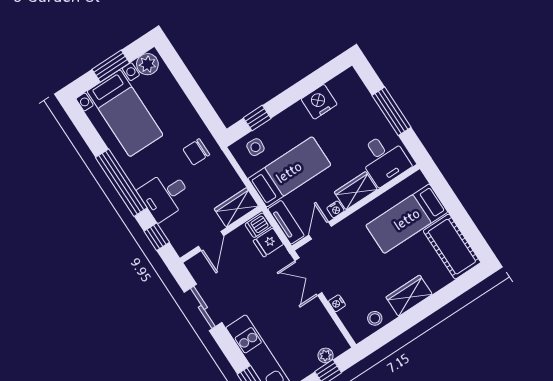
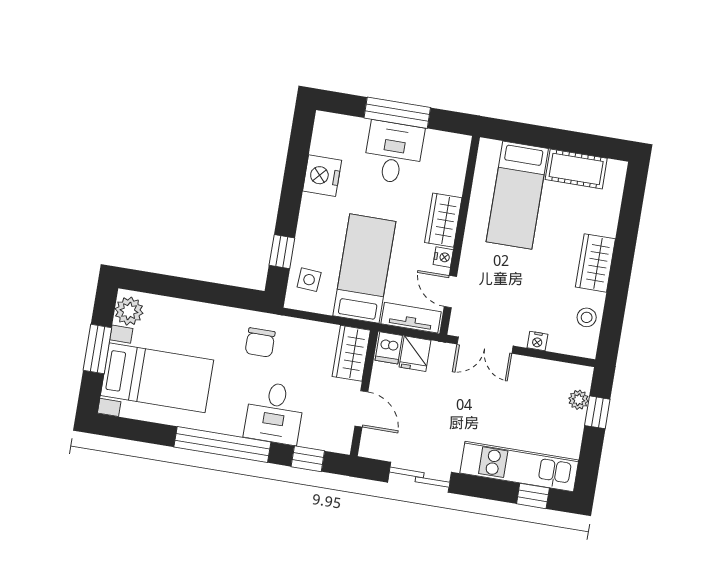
desk: (384, 159) -> (394, 153), moved, turned -90
cot: (452, 247) -> (576, 169), width x0.73, depth x0.75

